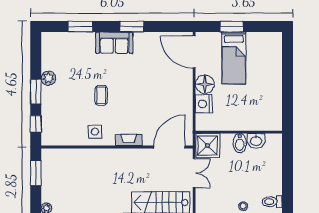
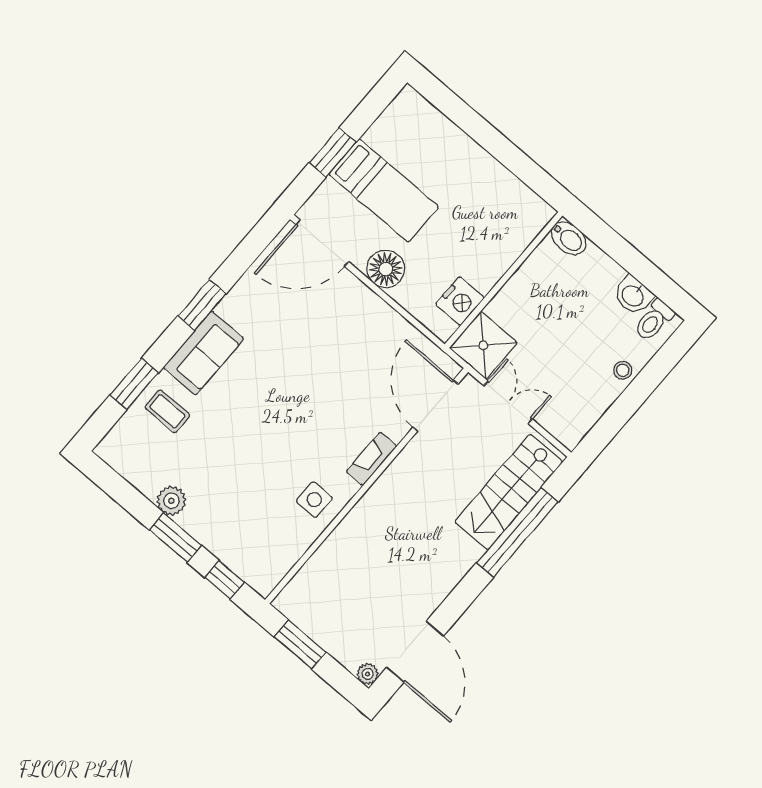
coffee table: (101, 95) -> (167, 411), moved
nightstand: (204, 104) -> (460, 301), moved, turned -90
washbasin: (256, 141) -> (633, 295), moved, turned 90
bidet: (240, 143) -> (569, 238), moved

